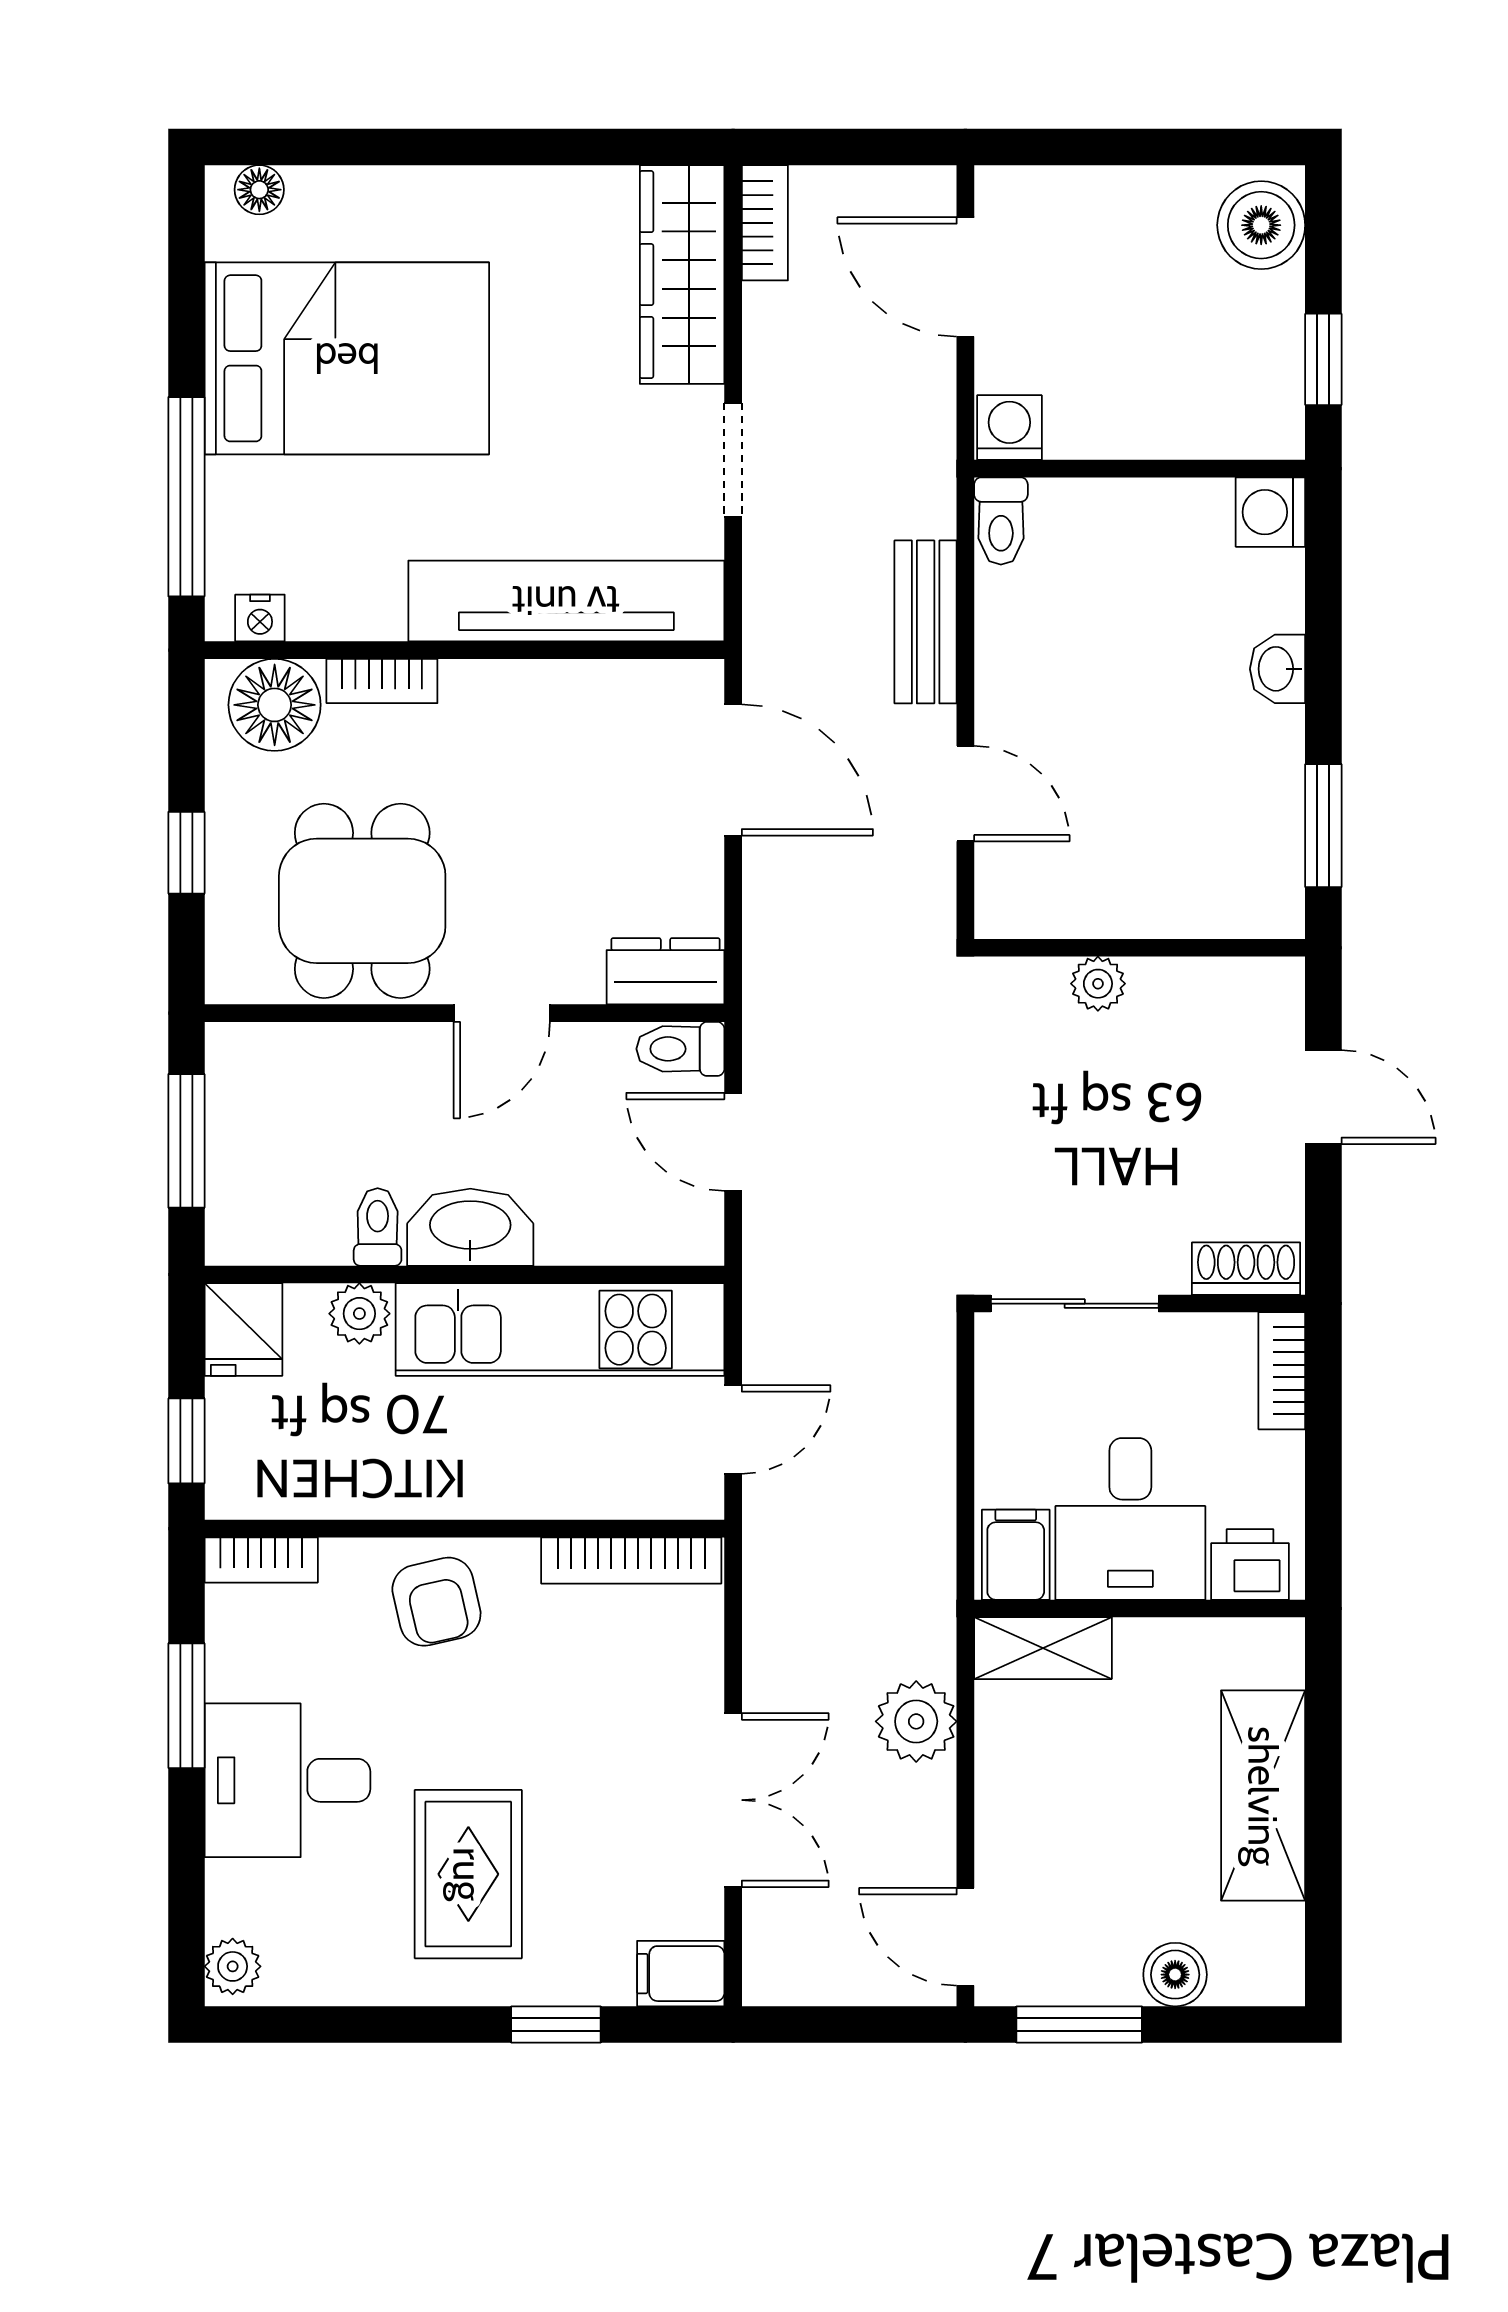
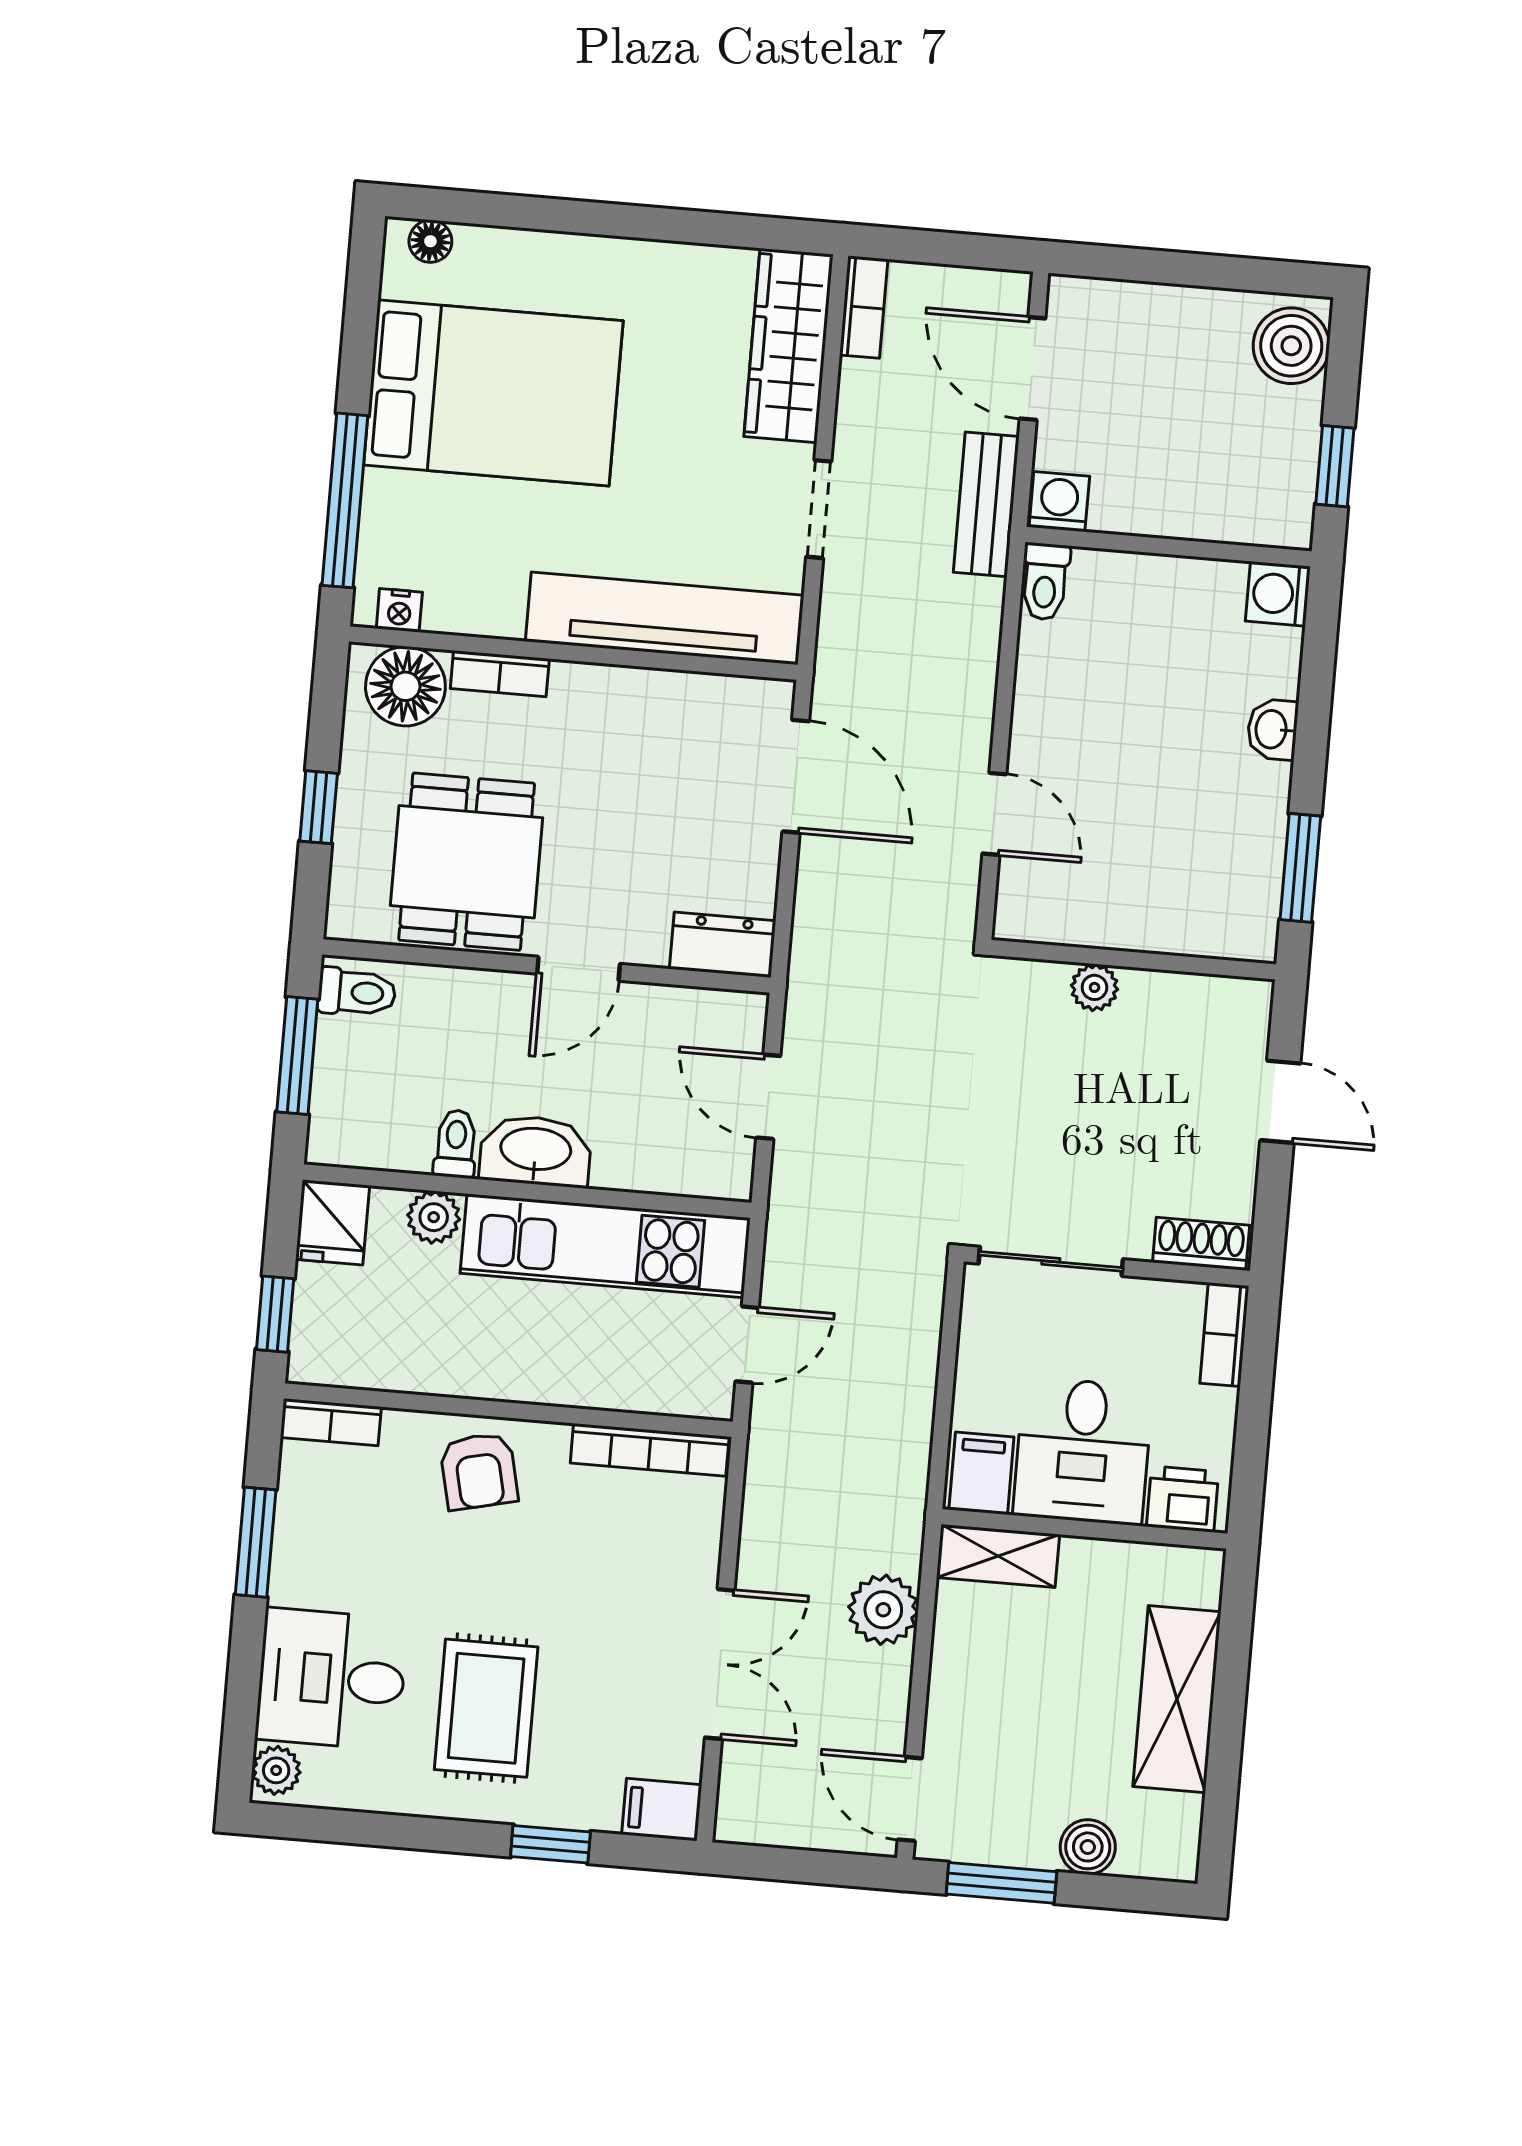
bench: (926, 622) -> (986, 504), moved
toilet: (680, 1049) -> (357, 992), moved, turned 180
desk: (287, 1780) -> (332, 1679), moved

